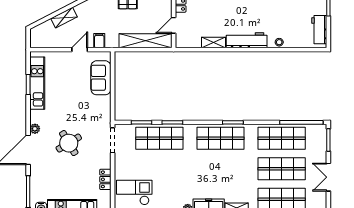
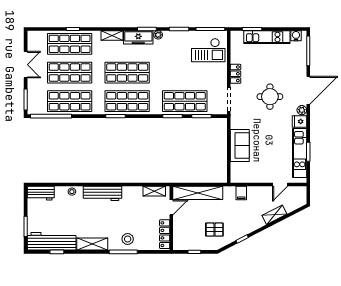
workbench: (319, 30) -> (41, 193), moved, turned 90
shelving: (213, 43) -> (154, 191), moved
door: (80, 50) -> (280, 185), moved
sofa: (101, 78) -> (240, 146), moved
fridge: (37, 117) -> (299, 122), added
round table: (69, 143) -> (270, 97), turned 31
shop shelf: (220, 169) -> (127, 73), added
locker: (105, 179) -> (235, 74), moved

